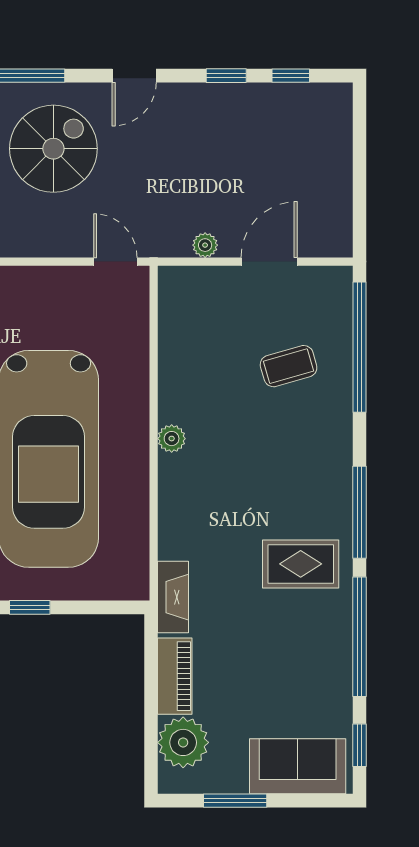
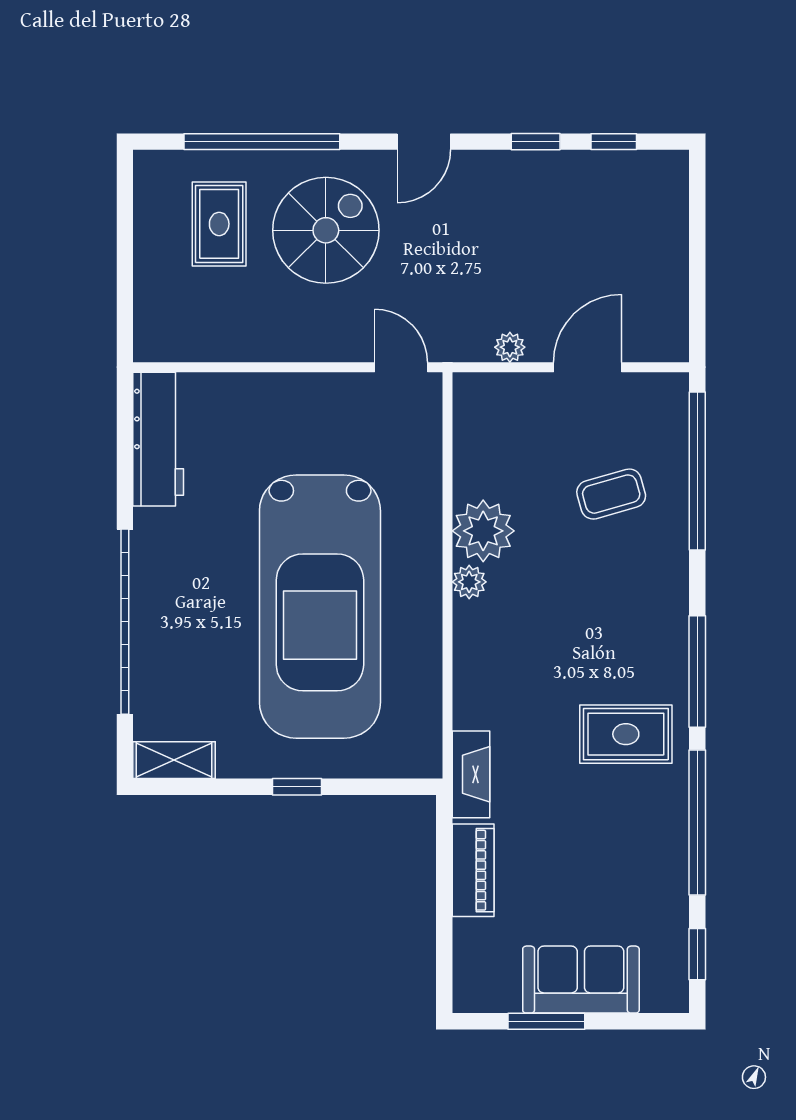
plant: (183, 742) -> (483, 531), moved
sofa: (298, 766) -> (581, 980), moved

